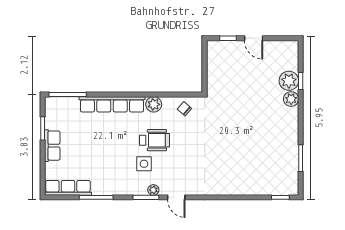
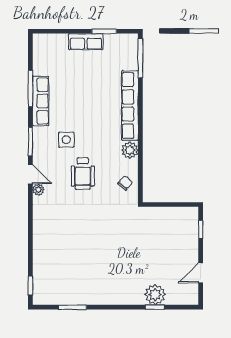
door: (254, 38) -> (201, 273), moved
plant: (291, 99) -> (136, 297), removed
wheelchair: (155, 140) -> (83, 174), moved
row of seats: (68, 188) -> (41, 101), moved
plant: (153, 190) -> (38, 190), moved
door: (176, 197) -> (30, 174), swing flipped

